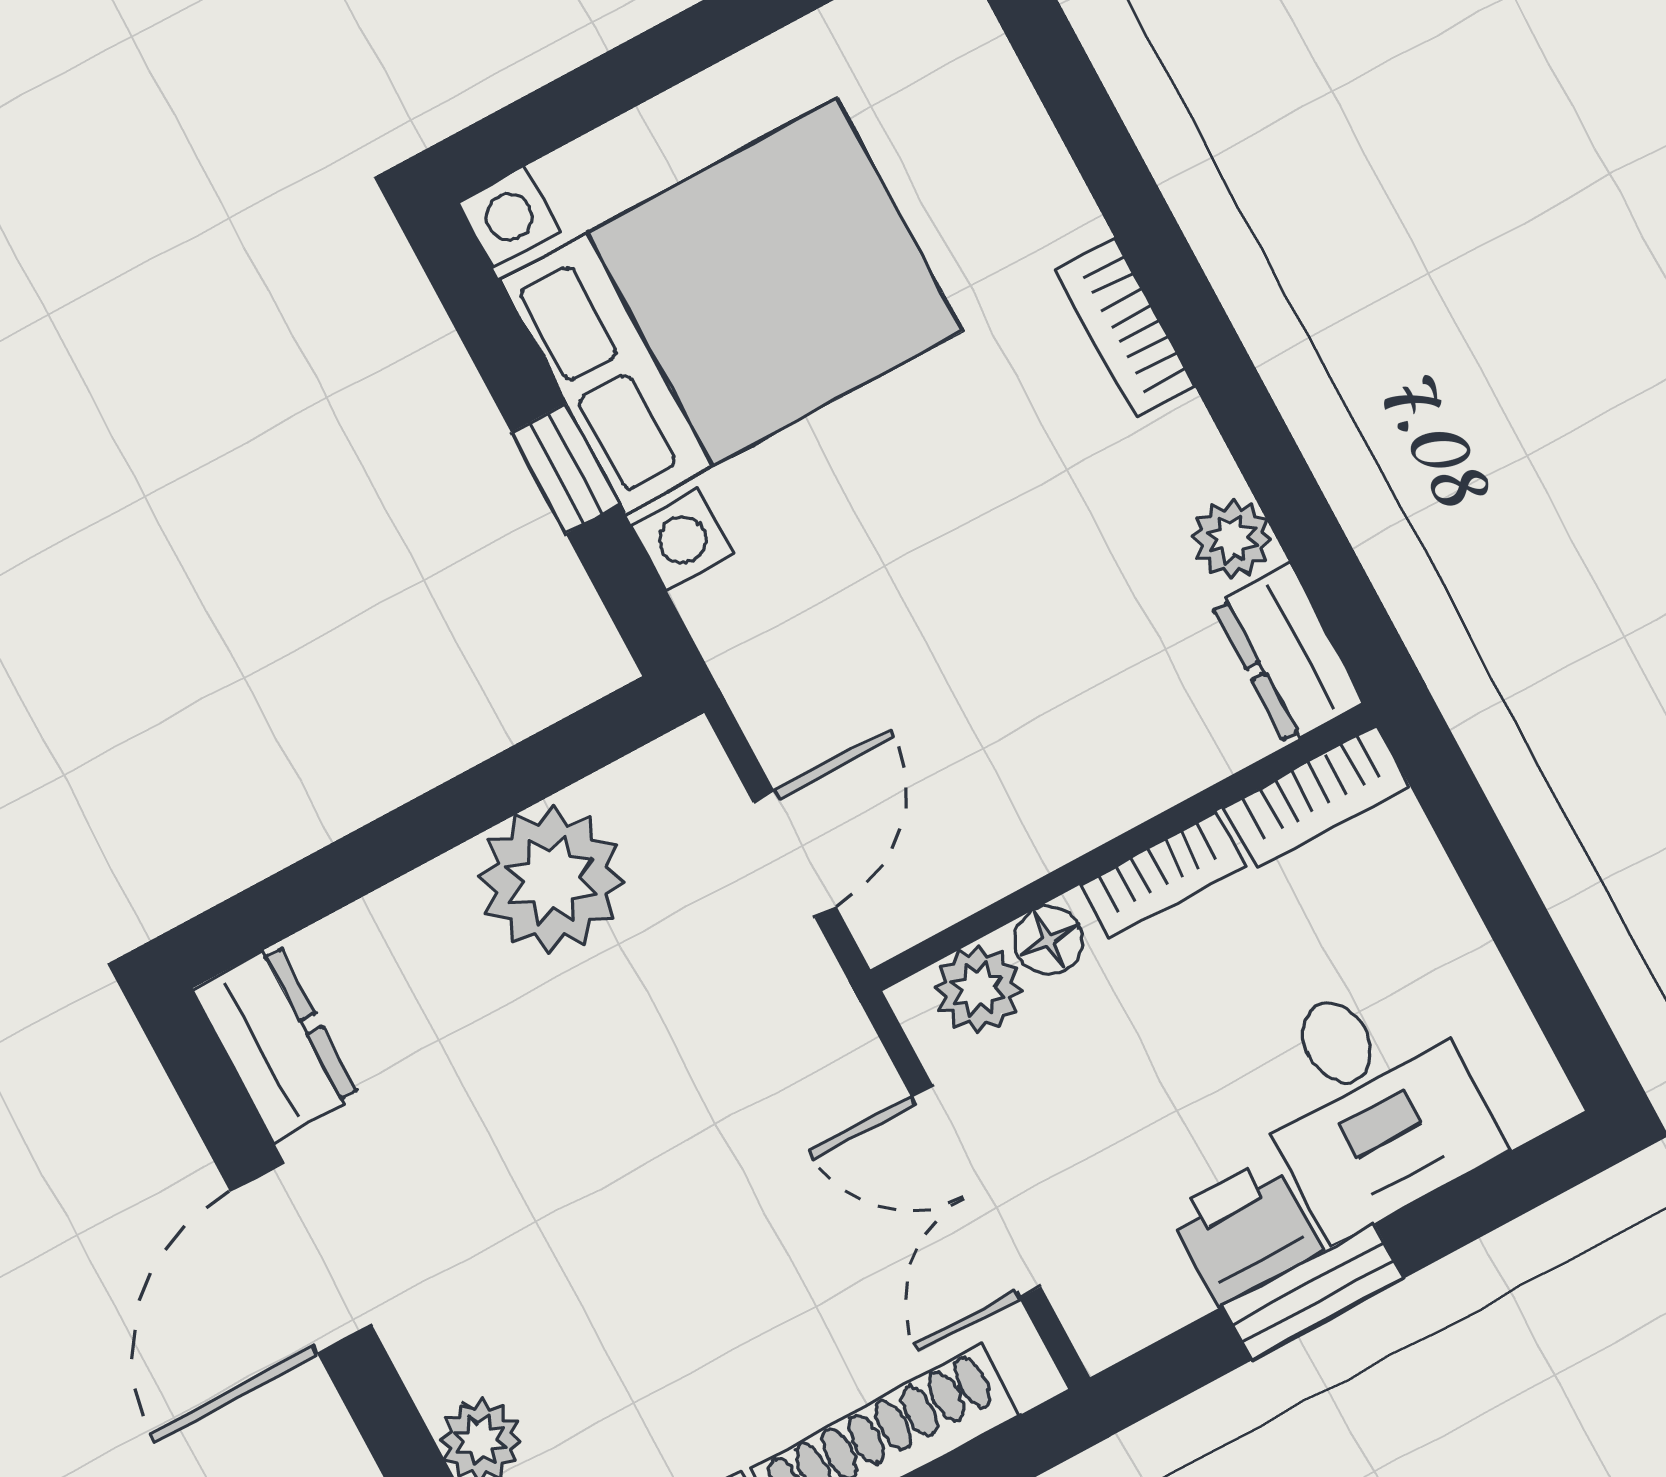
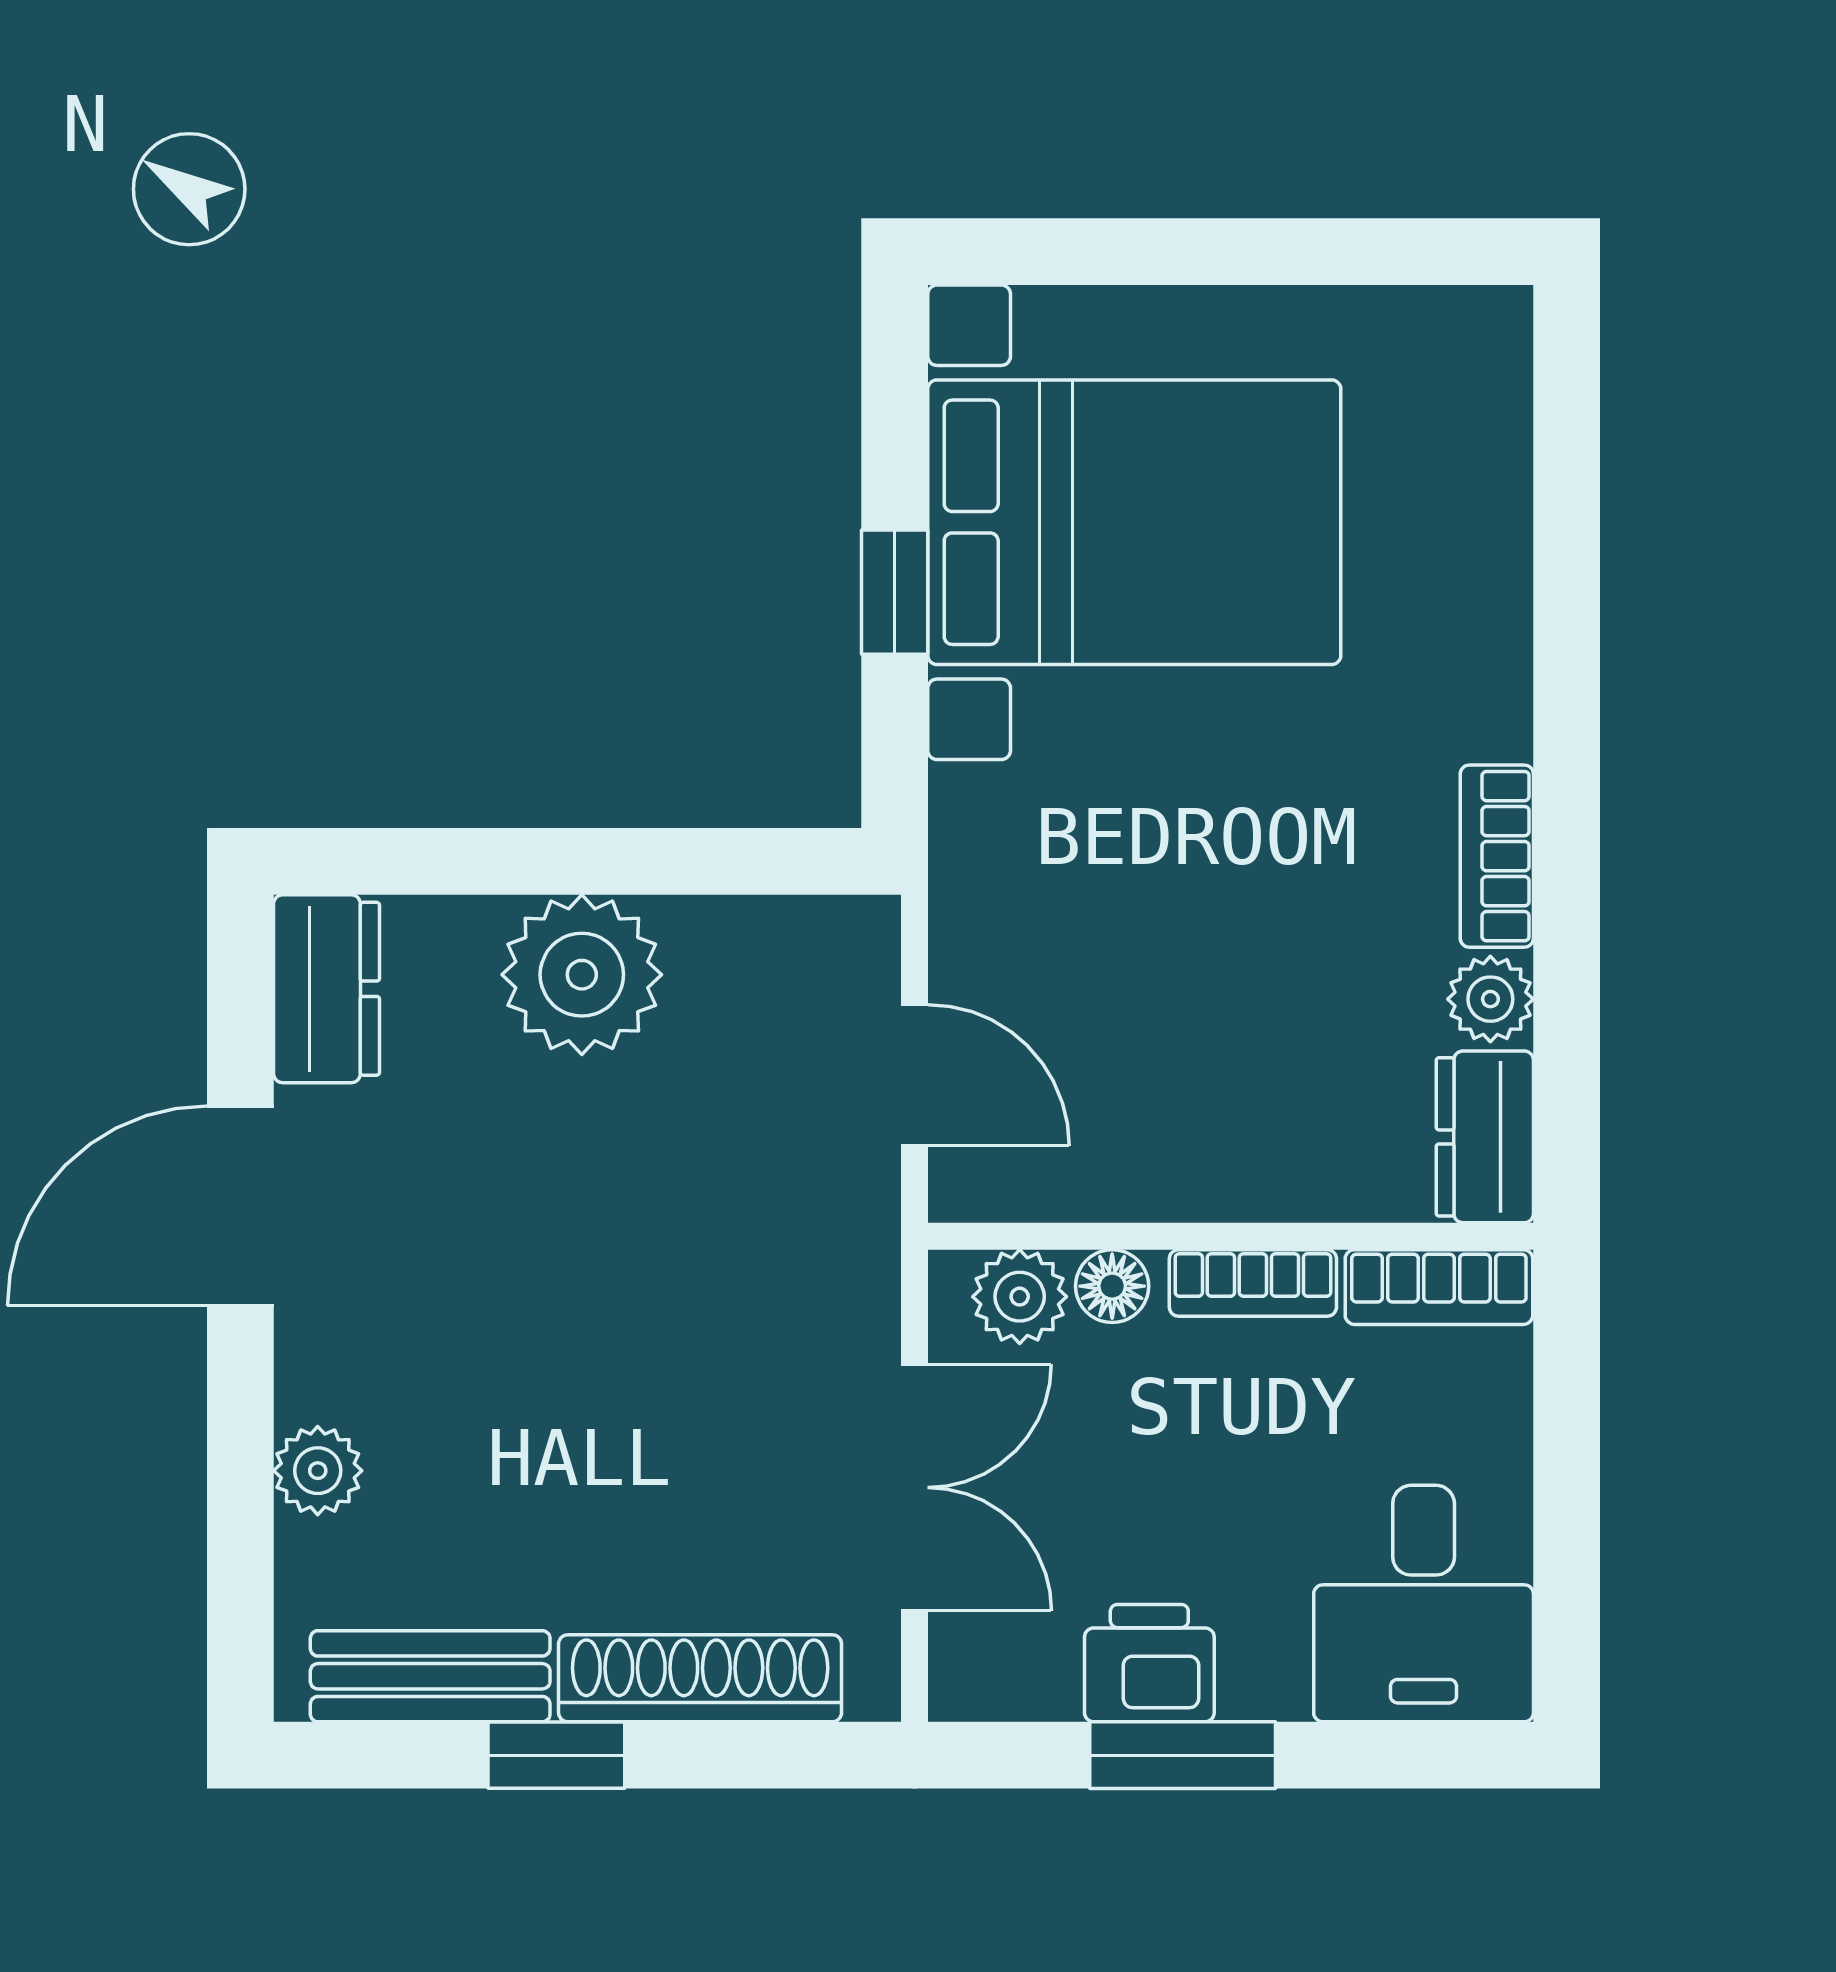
bookcase: (1125, 328) -> (1497, 856), moved
door: (794, 854) -> (915, 1075), hinge flipped
plant: (551, 880) -> (582, 975), moved
desk: (1369, 1102) -> (1424, 1604), moved
double door: (976, 1191) -> (915, 1487), swing flipped

